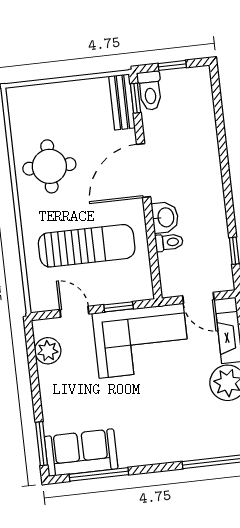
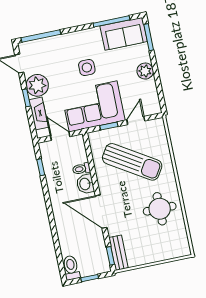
toilet: (150, 91) -> (71, 268), moved
door: (144, 171) -> (101, 212), swing flipped
sun lounger: (87, 246) -> (132, 162), turned -148
door: (74, 312) -> (136, 120), swing flipped
plant: (48, 351) -> (145, 71), moved
side table: (145, 404) -> (87, 68), added

